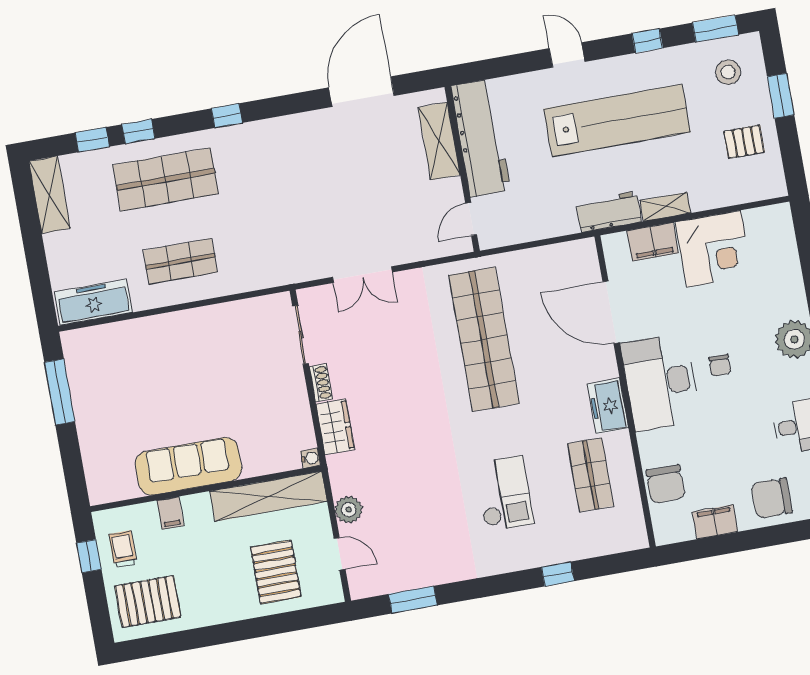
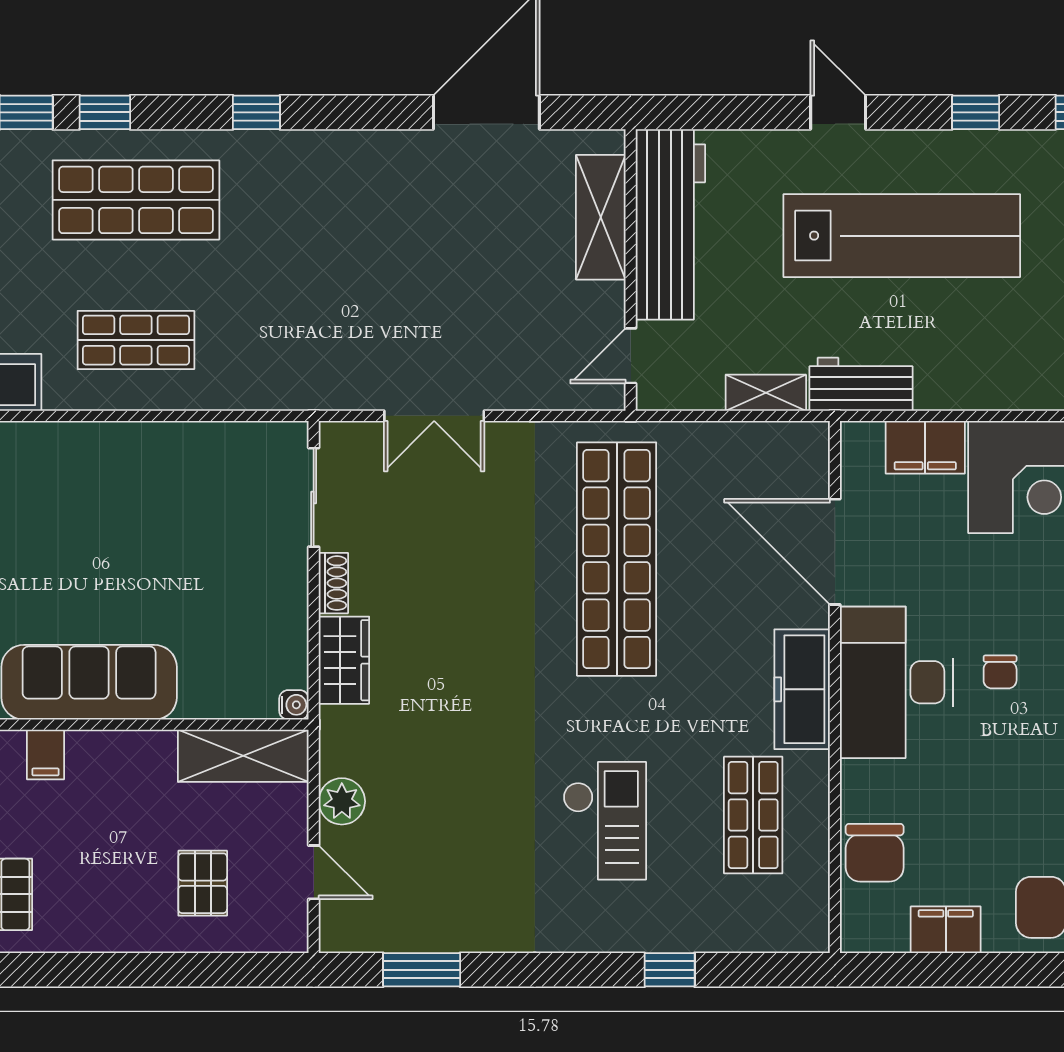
shelving: (665, 207) -> (766, 393), moved
freezer: (608, 406) -> (802, 689), width x1.40
shelving: (268, 496) -> (243, 756), width x0.68
pallet: (276, 572) -> (203, 883), width x0.67, depth x0.71

